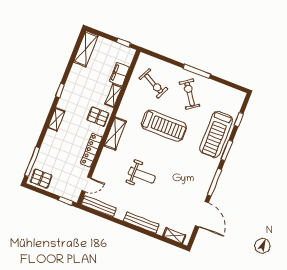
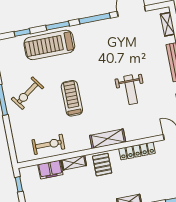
exercise bike: (154, 83) -> (48, 144), moved, turned 64
treadmill: (164, 126) -> (72, 98), width x0.73, depth x0.73
treadmill: (216, 134) -> (49, 45), turned 180
weight bench: (142, 175) -> (131, 90), turned 180

